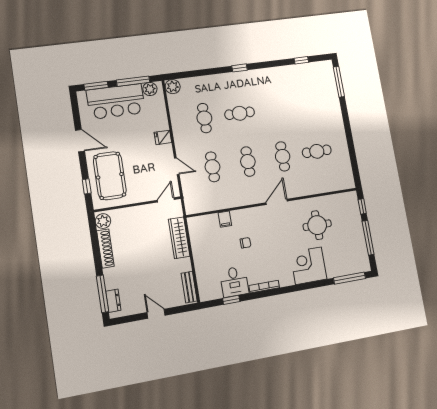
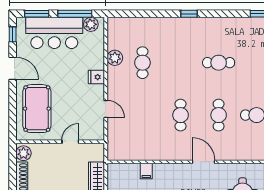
plant: (173, 87) -> (115, 58), moved
cafe table: (240, 113) -> (219, 63), moved
cafe table: (212, 167) -> (142, 115), removed
window: (87, 186) -> (13, 34), moved
door: (166, 200) -> (70, 142), moved
door: (277, 202) -> (204, 162), hinge flipped

